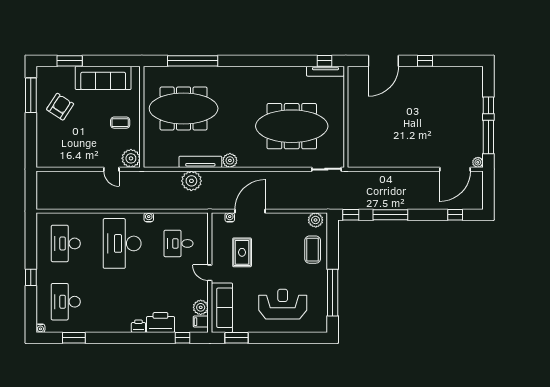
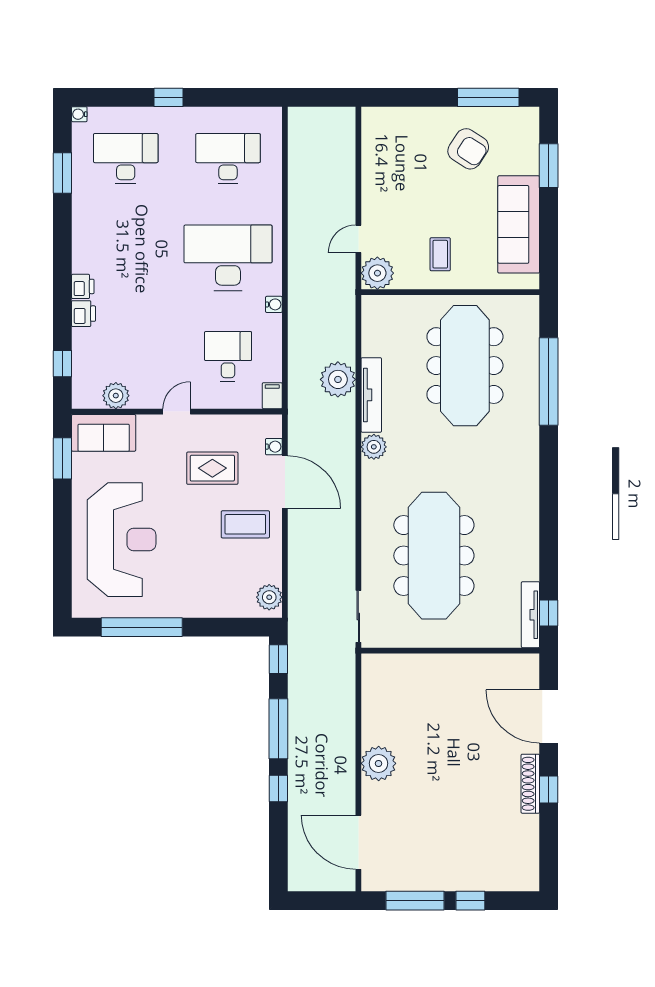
shoe rack: (422, 71) -> (530, 784), added
plant: (478, 162) -> (379, 763), moved, width x1.88, depth x1.88
window: (455, 215) -> (278, 789), moved
coffee table: (313, 250) -> (245, 524), moved
reception desk: (283, 304) -> (122, 540), width x1.36, depth x1.30
sofa: (222, 308) -> (104, 433), width x0.73
printer: (160, 322) -> (84, 314), width x0.53, depth x0.68
filing cabinet: (201, 322) -> (272, 396), moved

